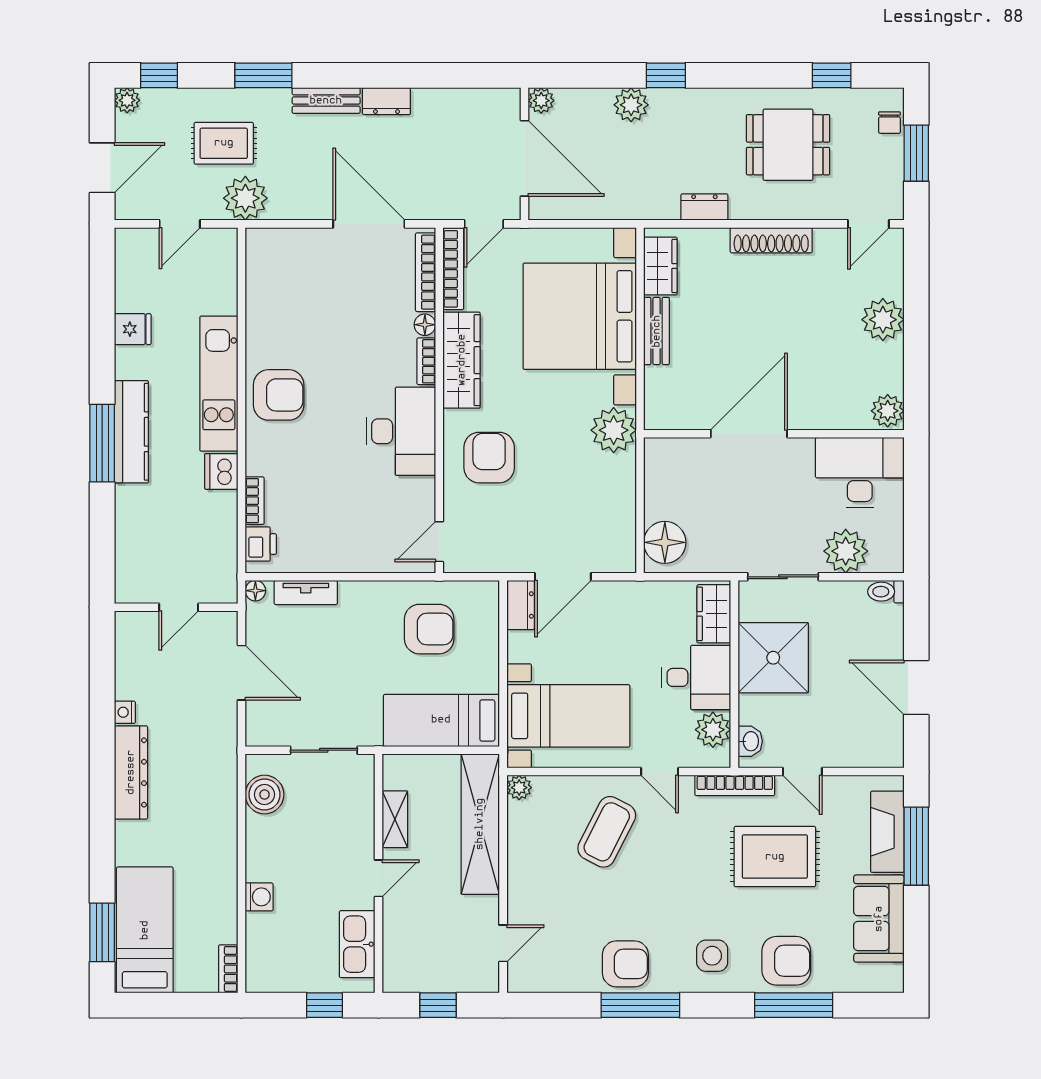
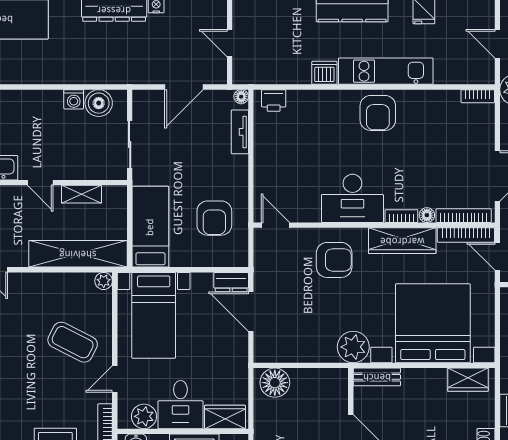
bench: (657, 331) -> (377, 377), moved
bookcase: (255, 501) -> (478, 96), moved
washing machine: (259, 897) -> (74, 99), moved

